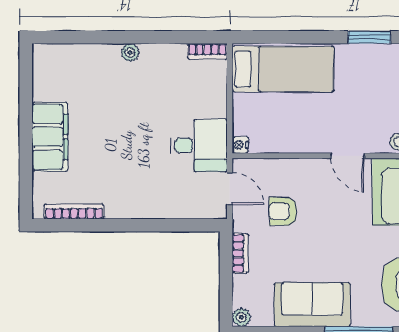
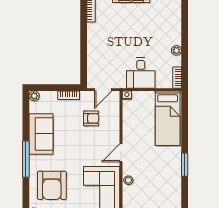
plant: (130, 53) -> (176, 50), moved
desk: (199, 145) -> (141, 73), moved
armchair: (283, 211) -> (91, 118), turned 90

